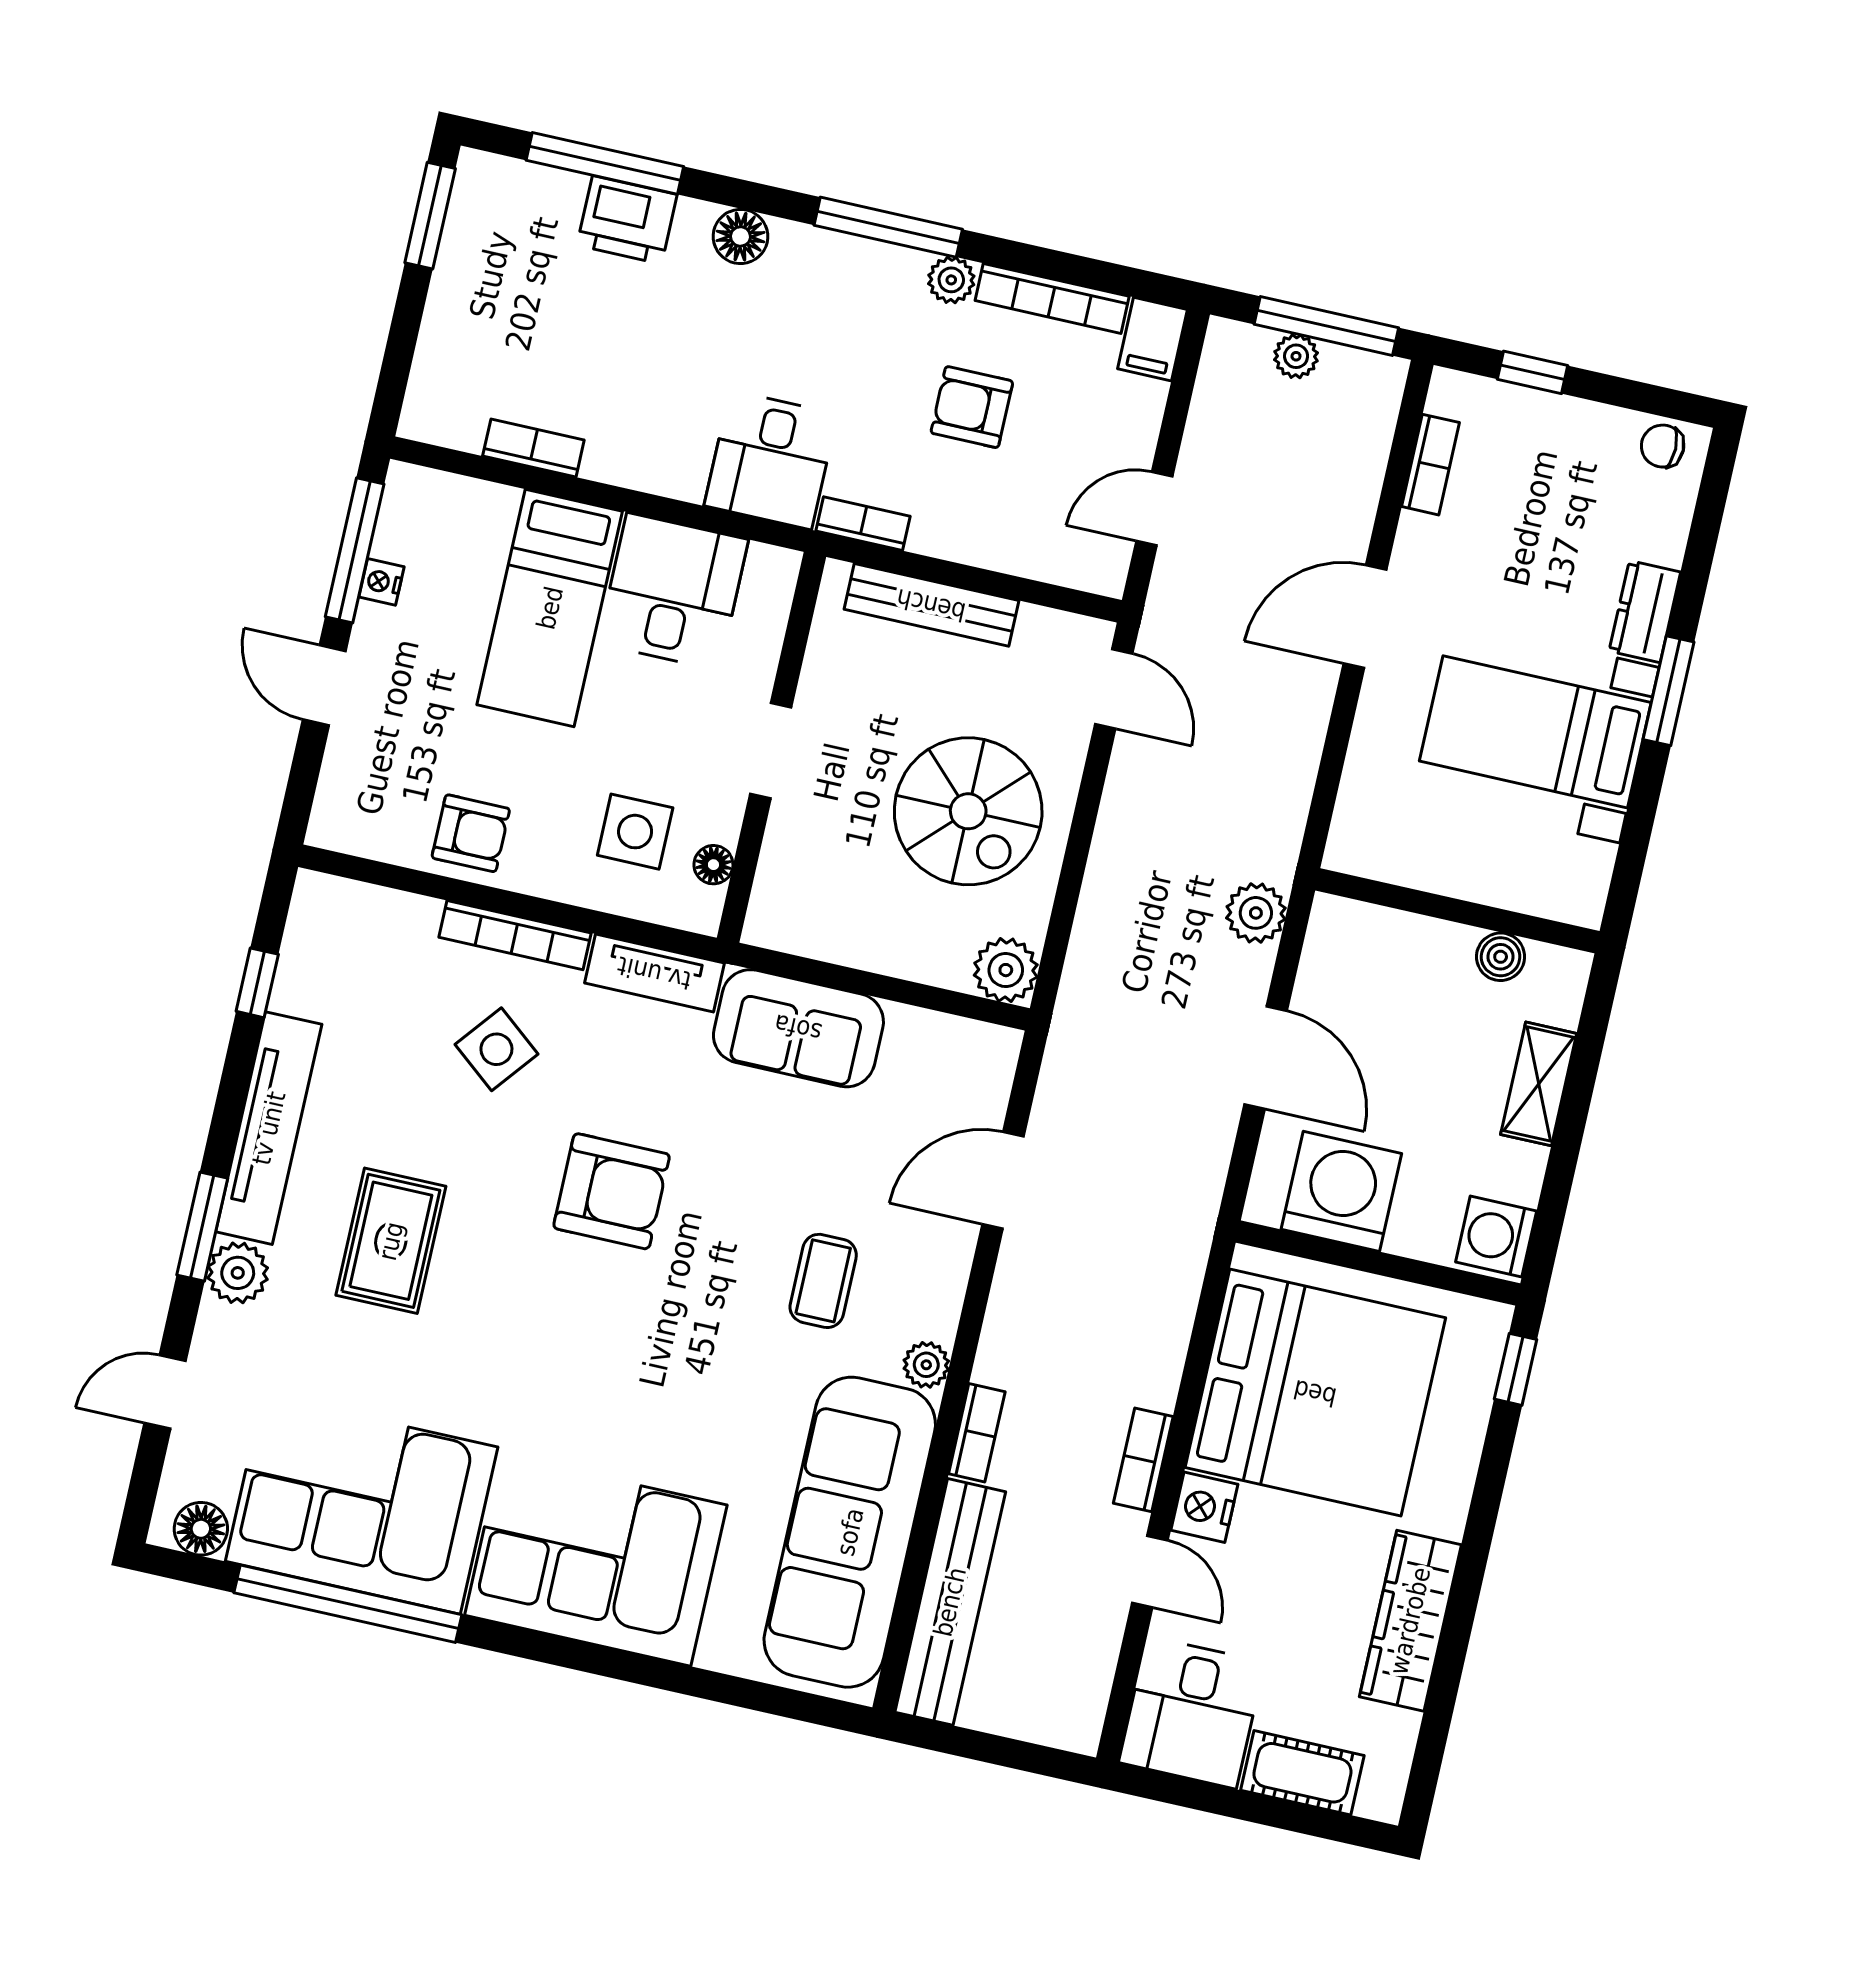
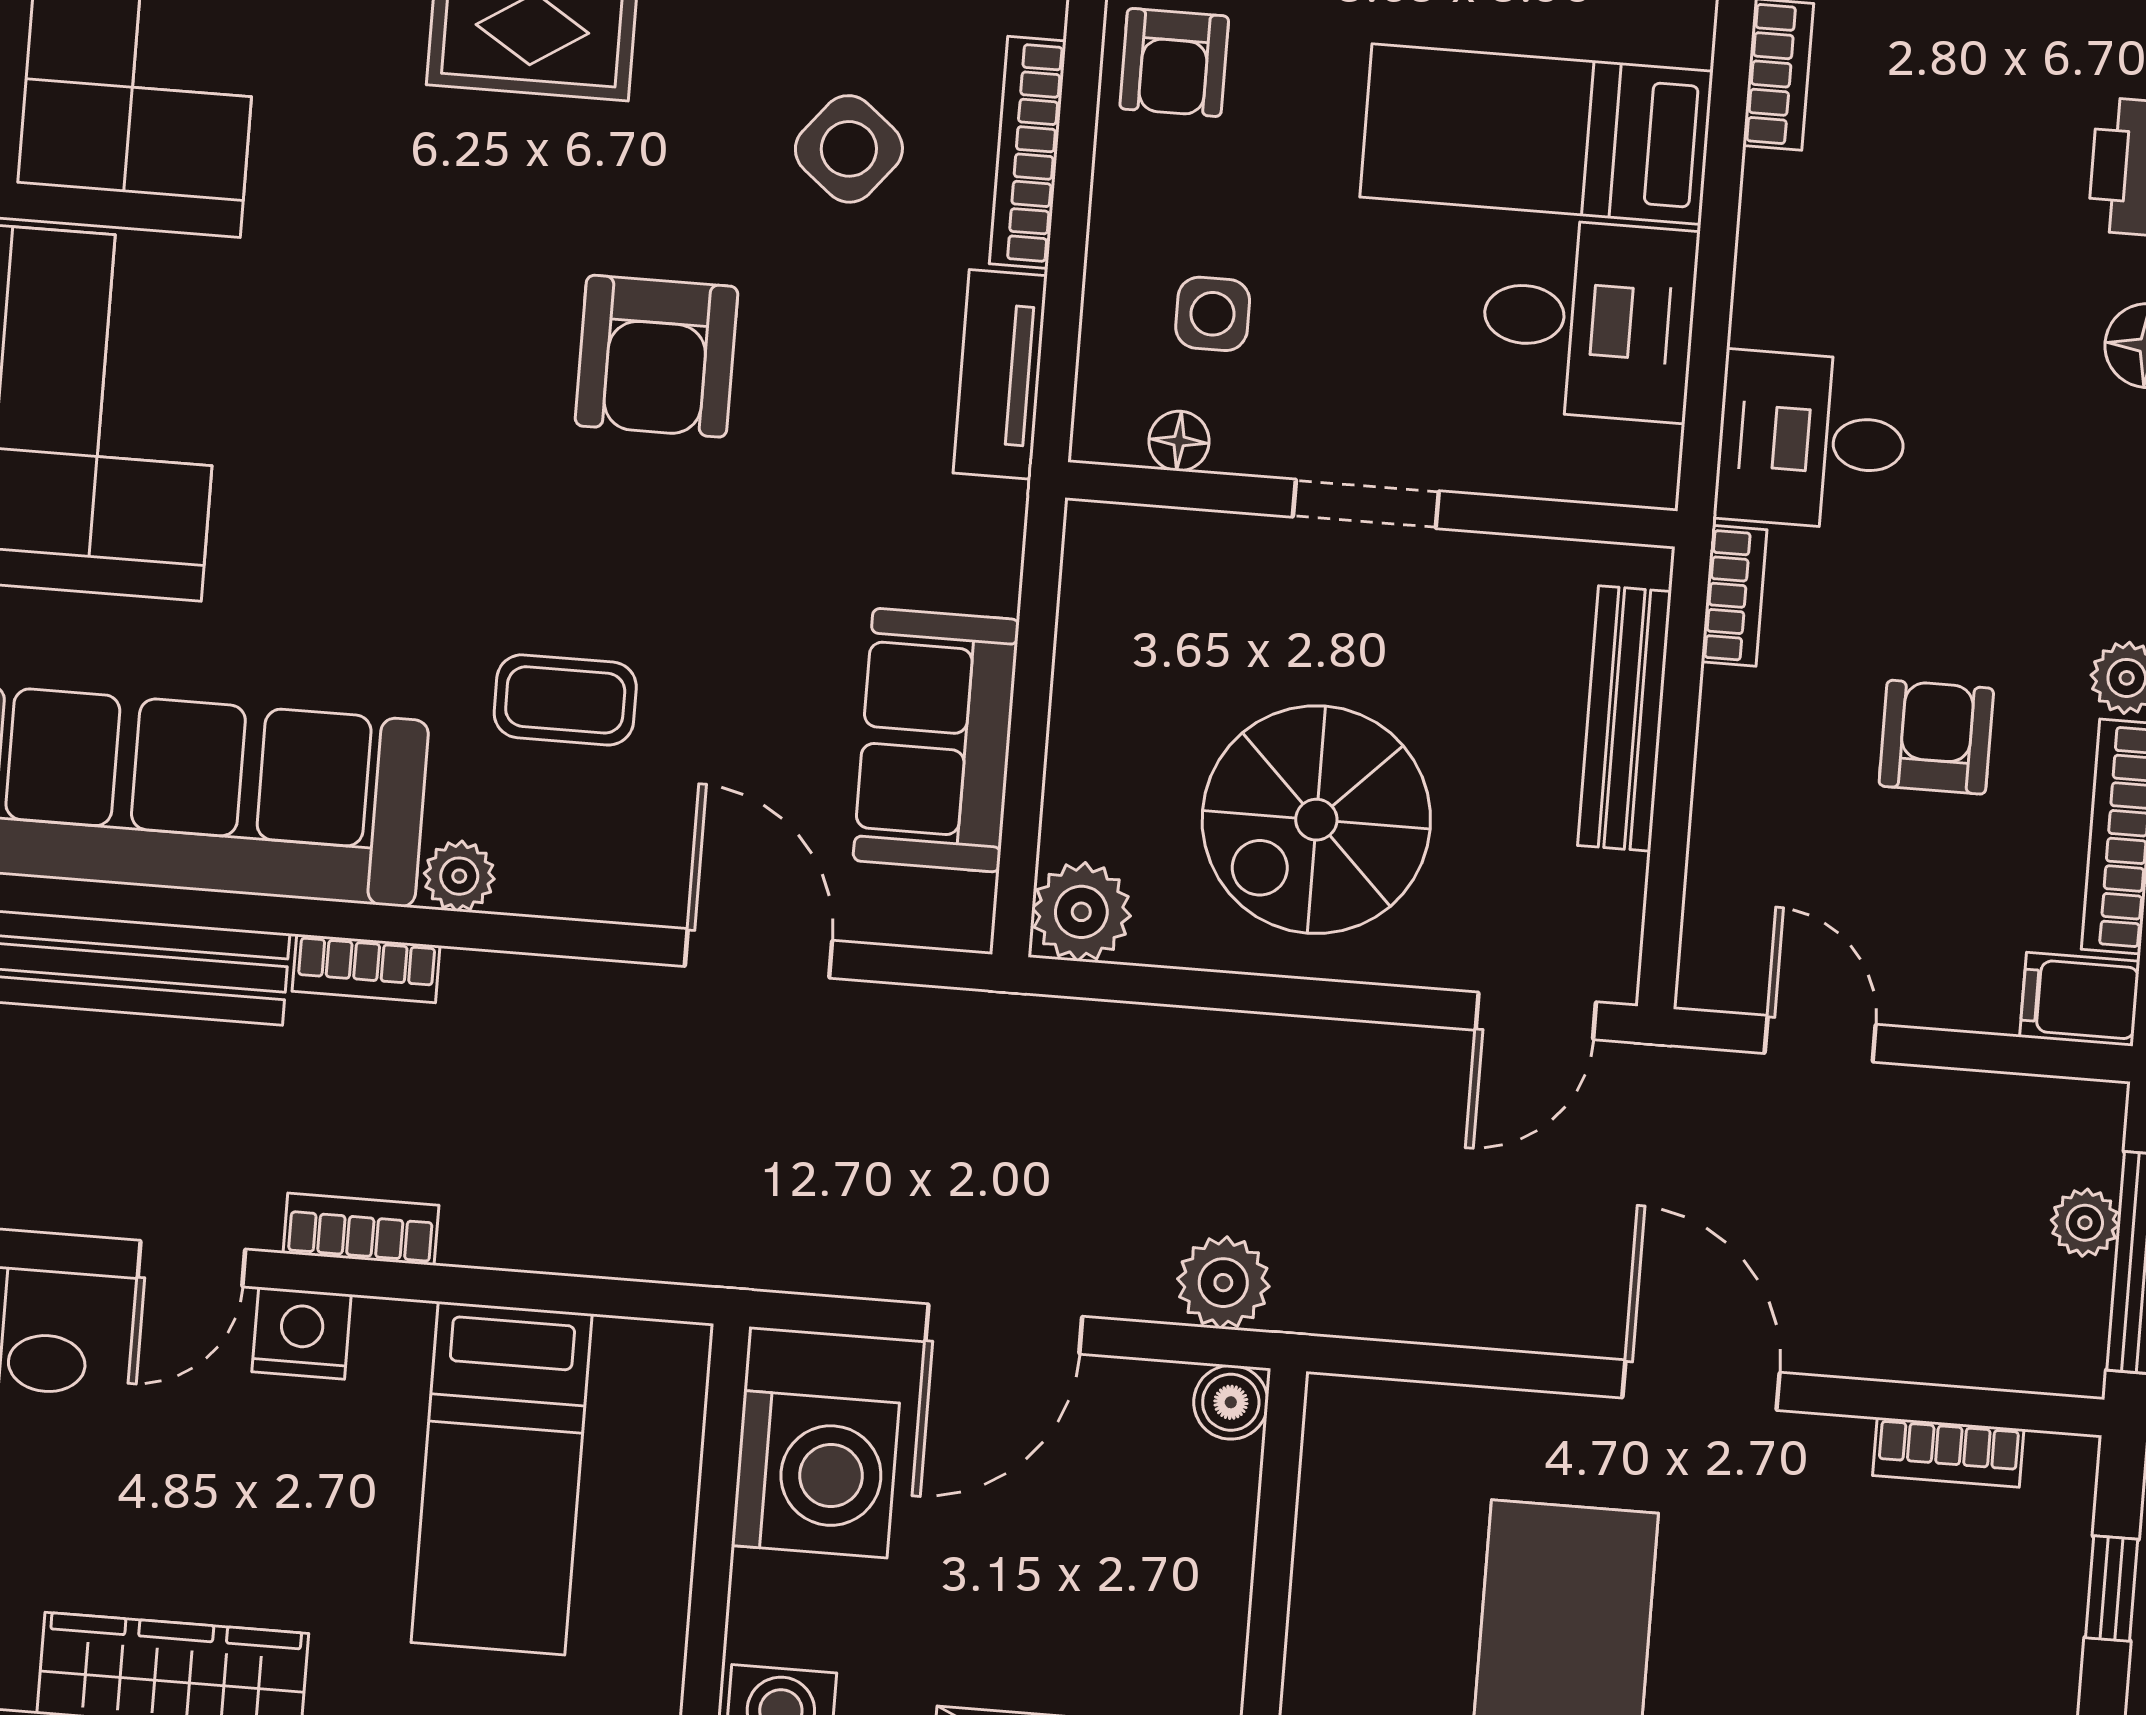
side table: (635, 832) -> (1213, 314), width x0.73, depth x0.73
boiler: (1501, 957) -> (1231, 1402), moved
sofa: (798, 1028) -> (936, 740), moved
bed: (1315, 1393) -> (502, 1478), width x0.49

